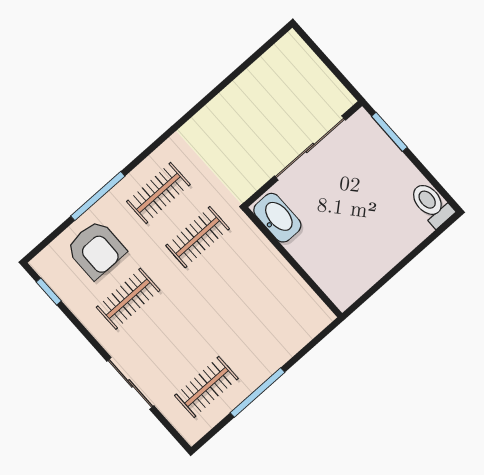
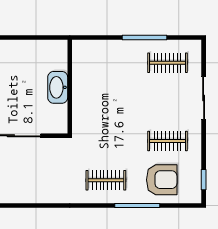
washbasin: (277, 218) -> (58, 87), moved
clothes rail: (198, 237) -> (106, 141), removed
armchair: (96, 249) -> (162, 180), turned 90

